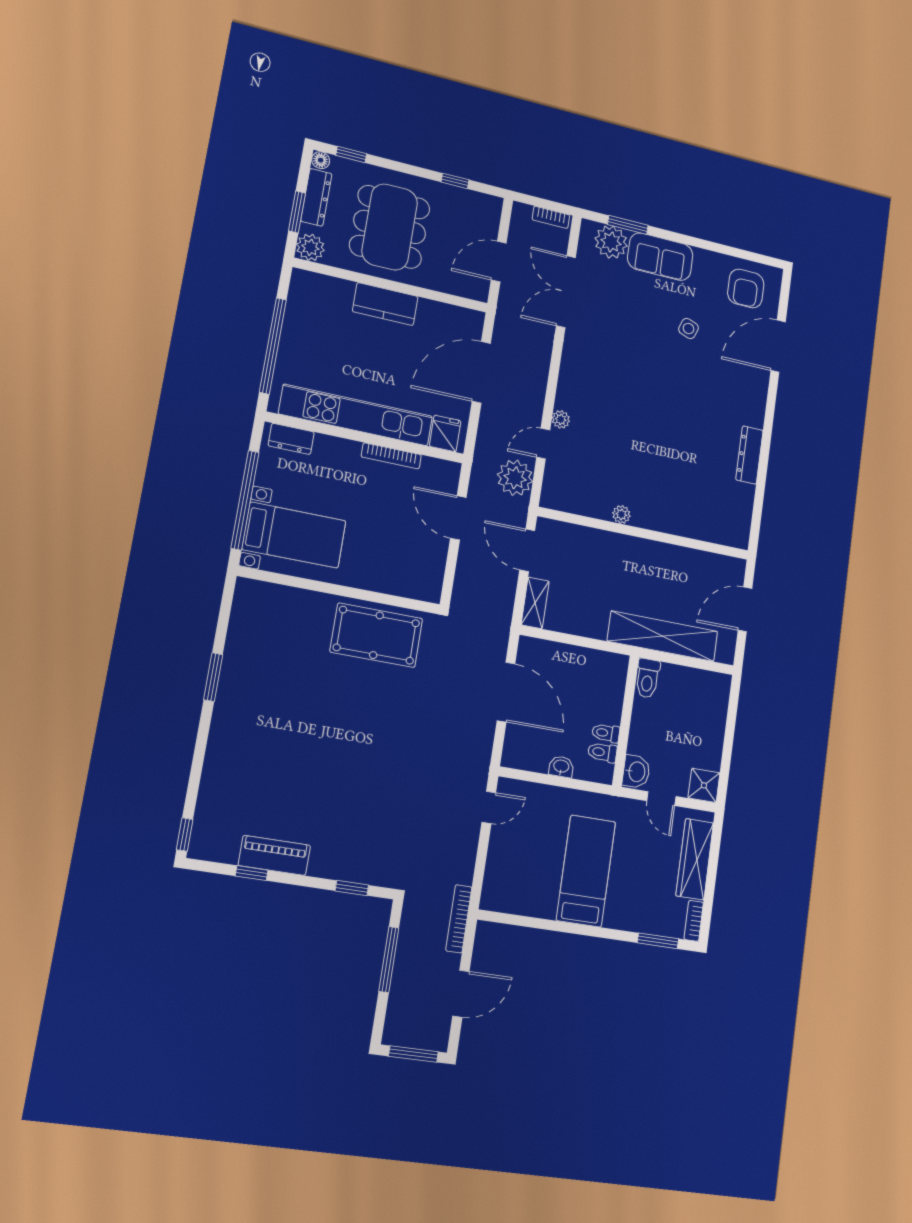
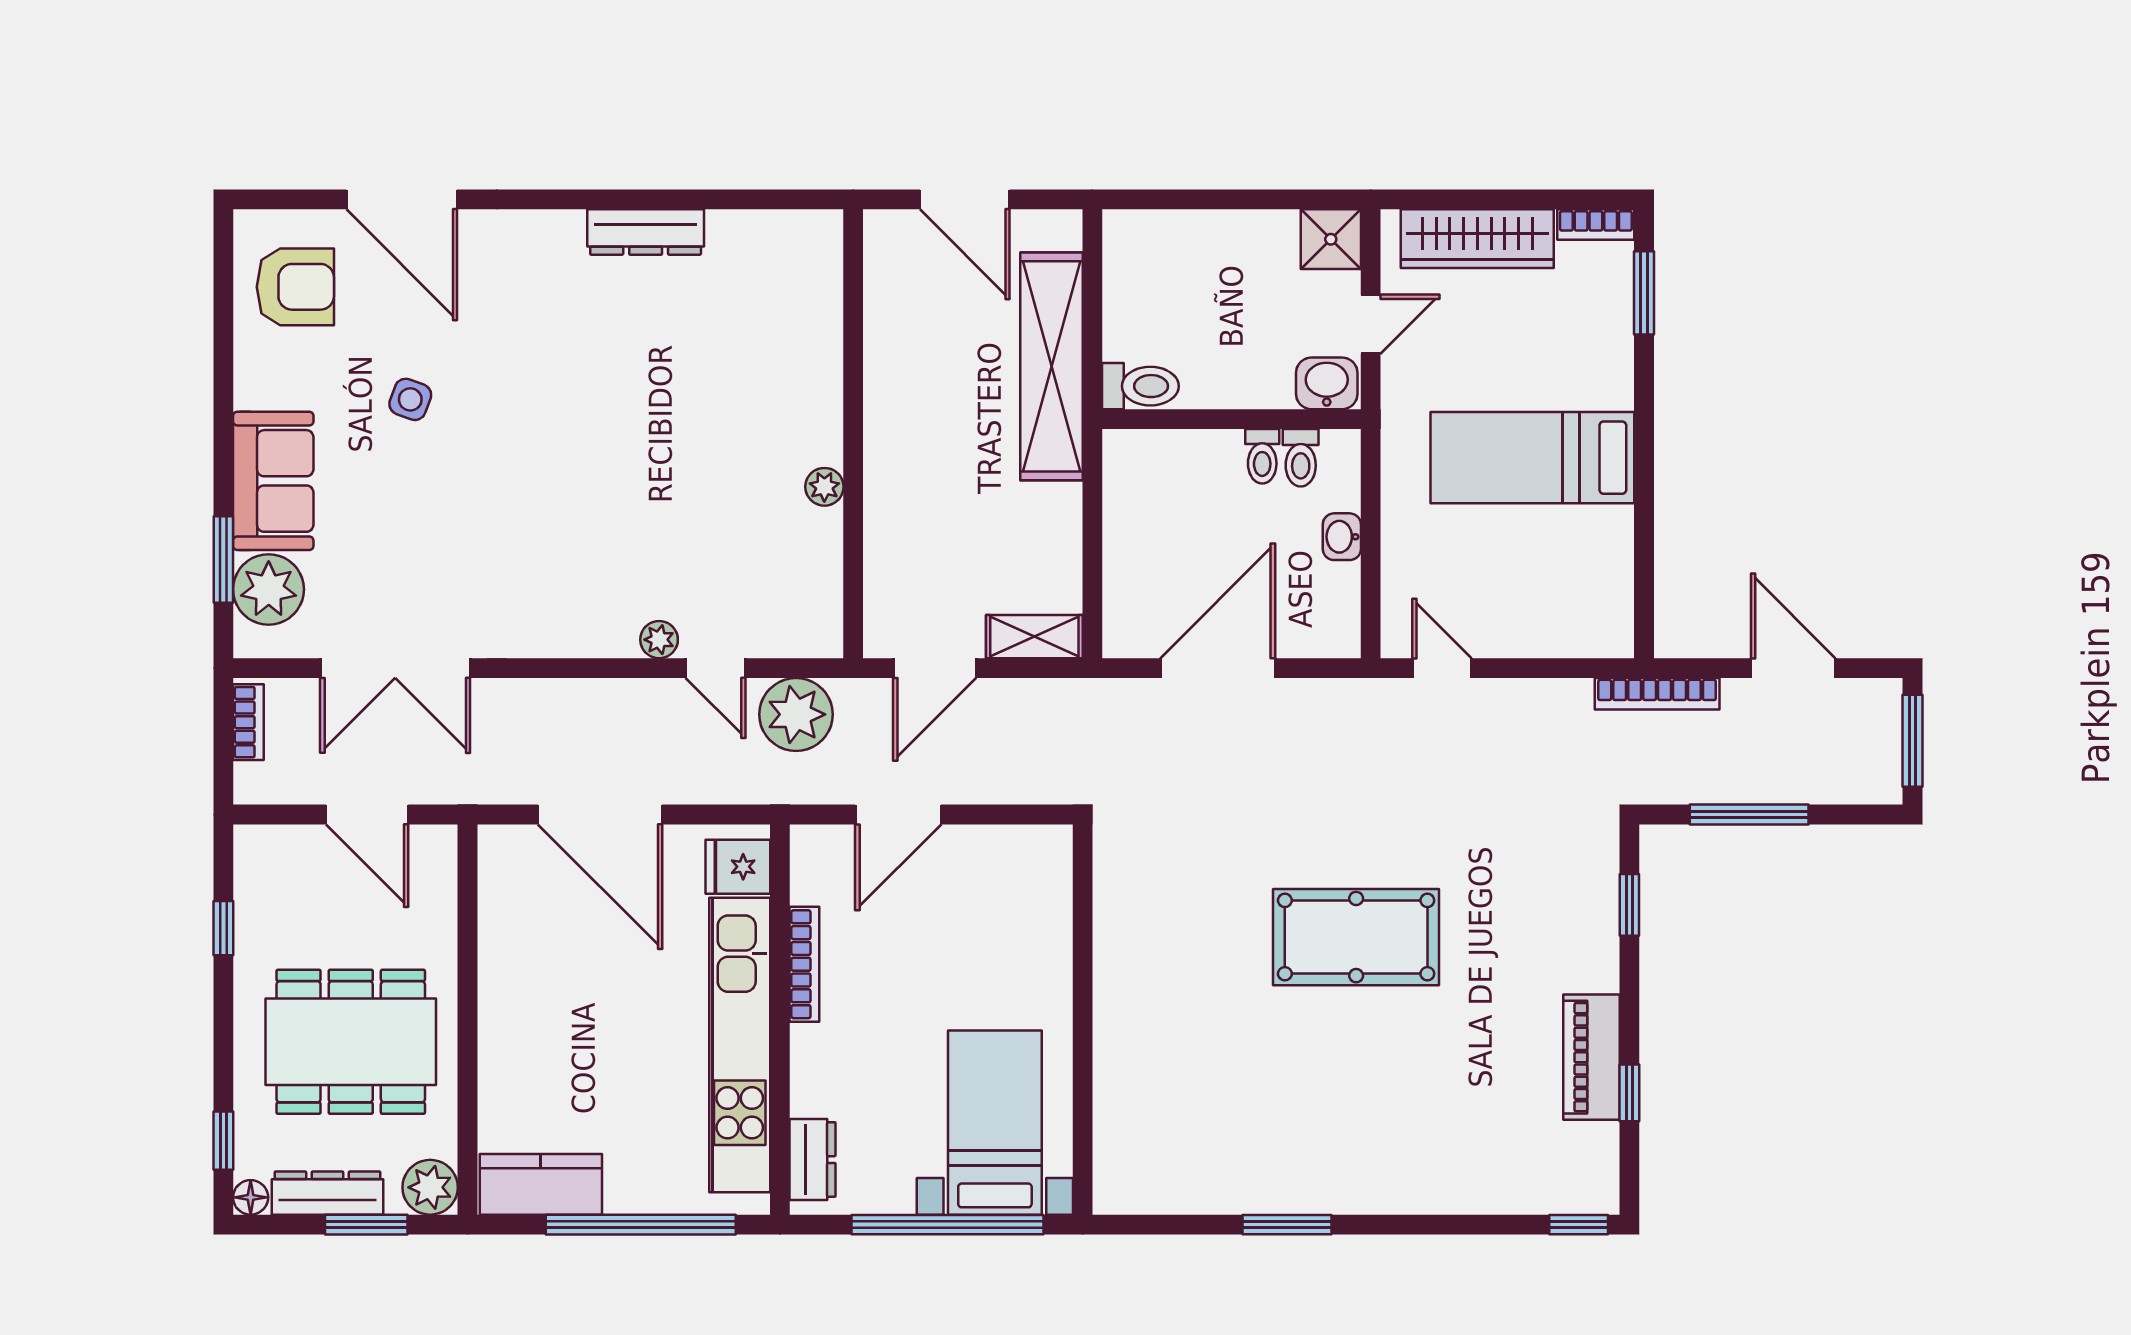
kitchen counter: (385, 304) -> (541, 1184), moved, turned -90
pool table: (376, 635) -> (1356, 937), moved, turned 90

